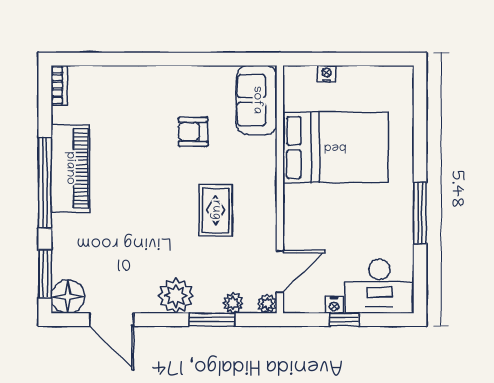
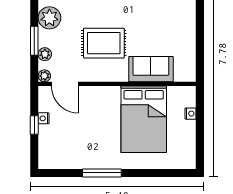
sofa: (257, 100) -> (151, 69), moved
armchair: (193, 132) -> (154, 29), removed
rug: (216, 210) -> (104, 43), width x1.36, depth x1.43
desk: (379, 286) -> (55, 147), removed

